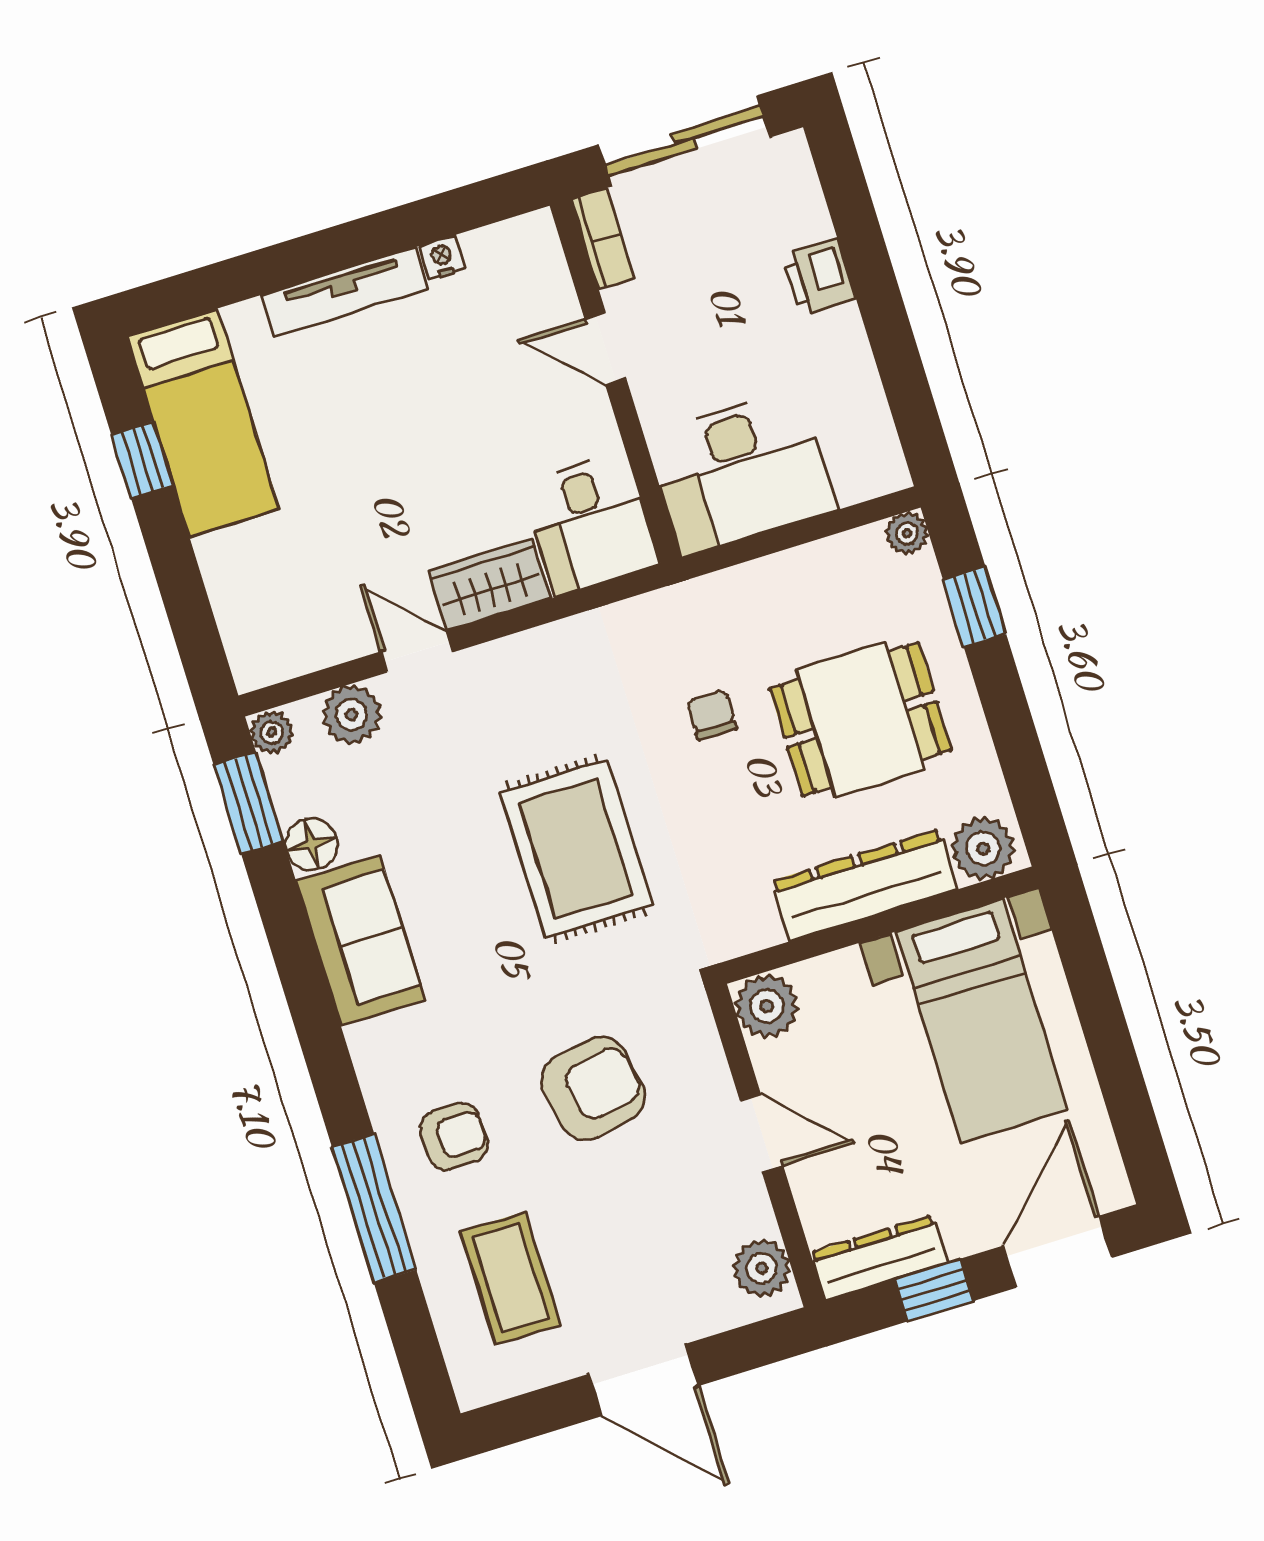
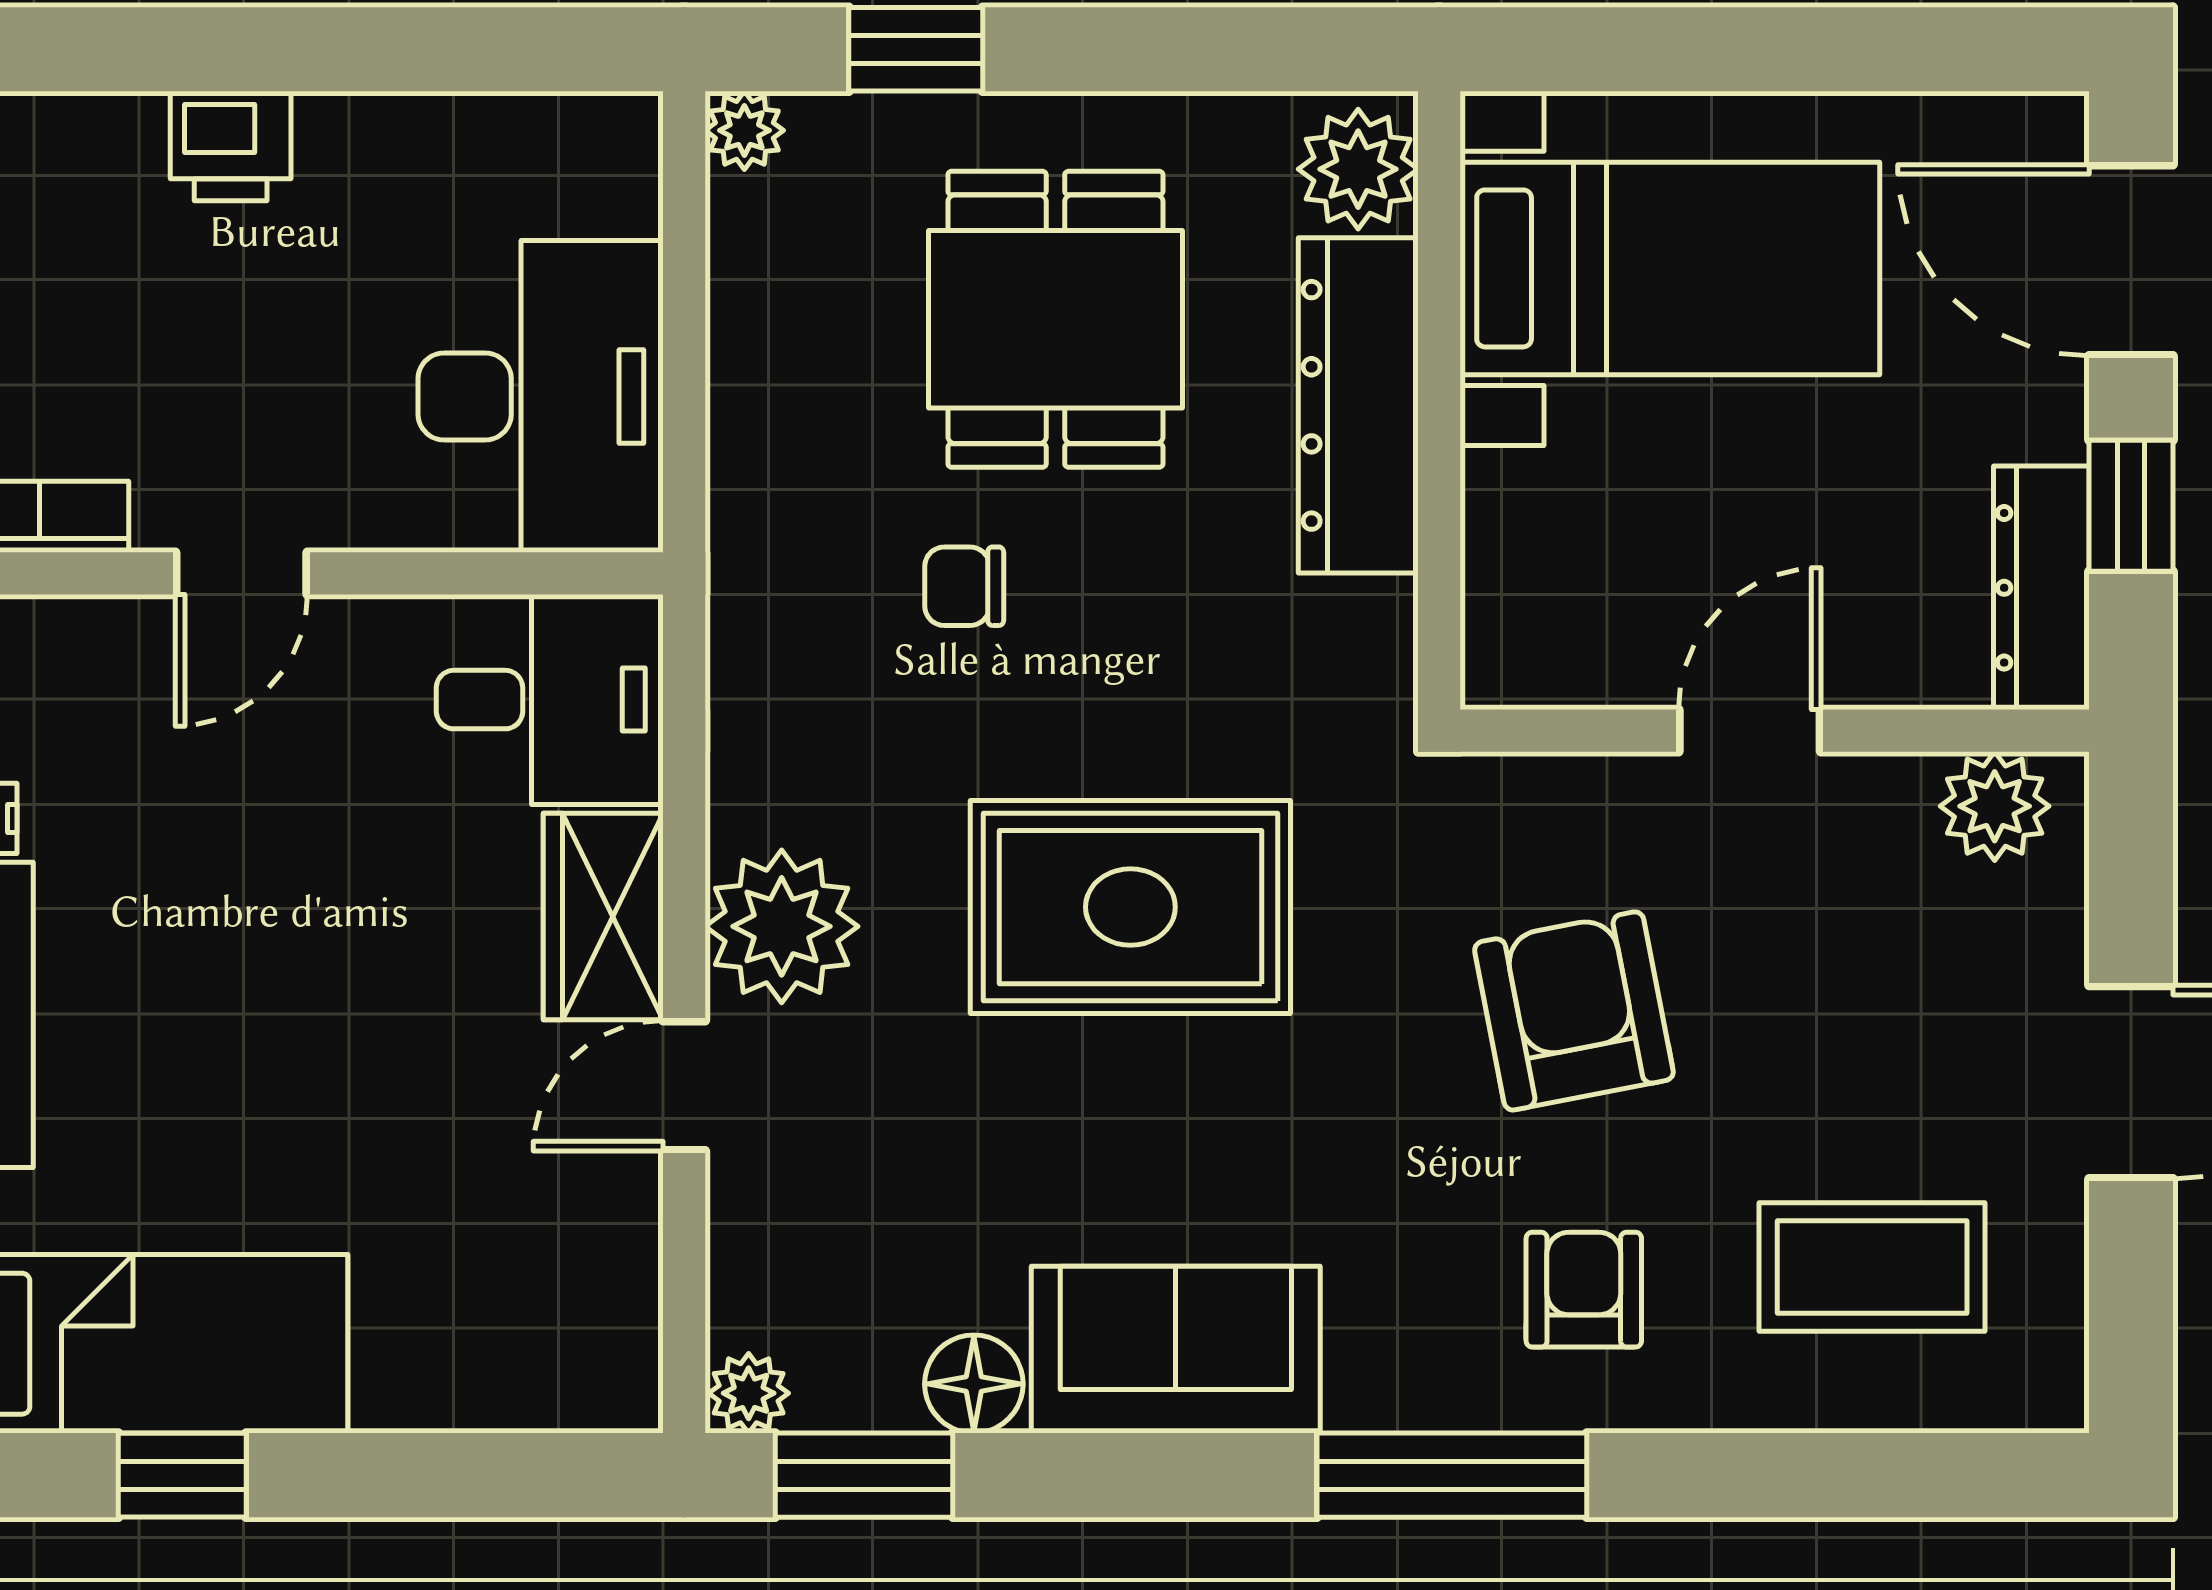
plant: (352, 714) -> (782, 926), moved, width x1.36, depth x1.36
plant: (767, 1006) -> (1523, 650), removed
window: (374, 1208) -> (1452, 1475), moved

